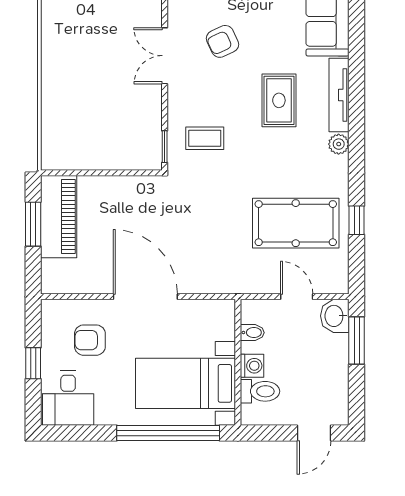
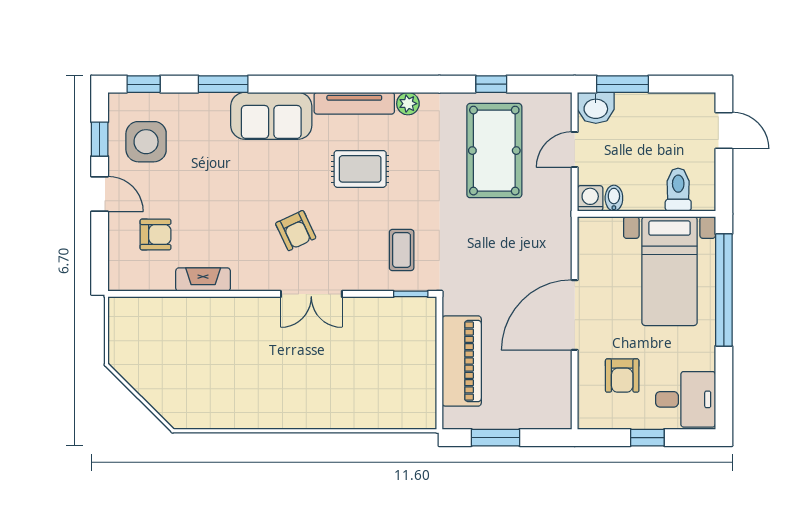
piano: (59, 217) -> (462, 361), moved, turned 90
washing machine: (252, 366) -> (590, 198), moved

